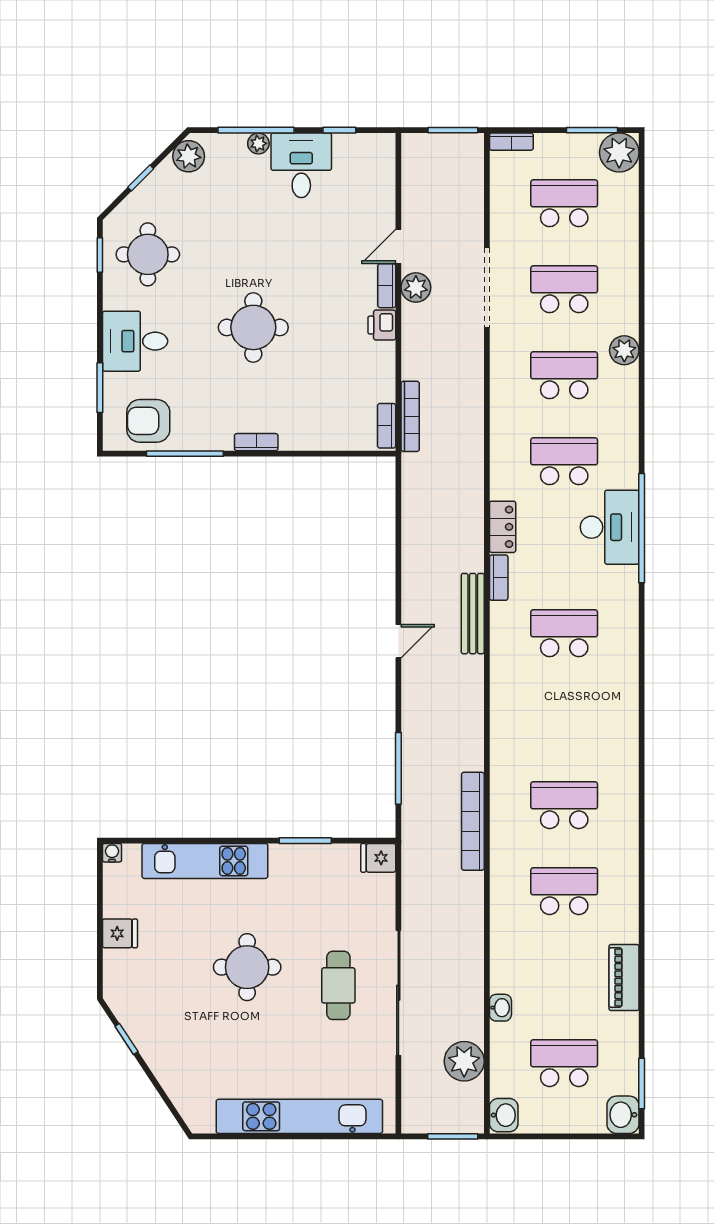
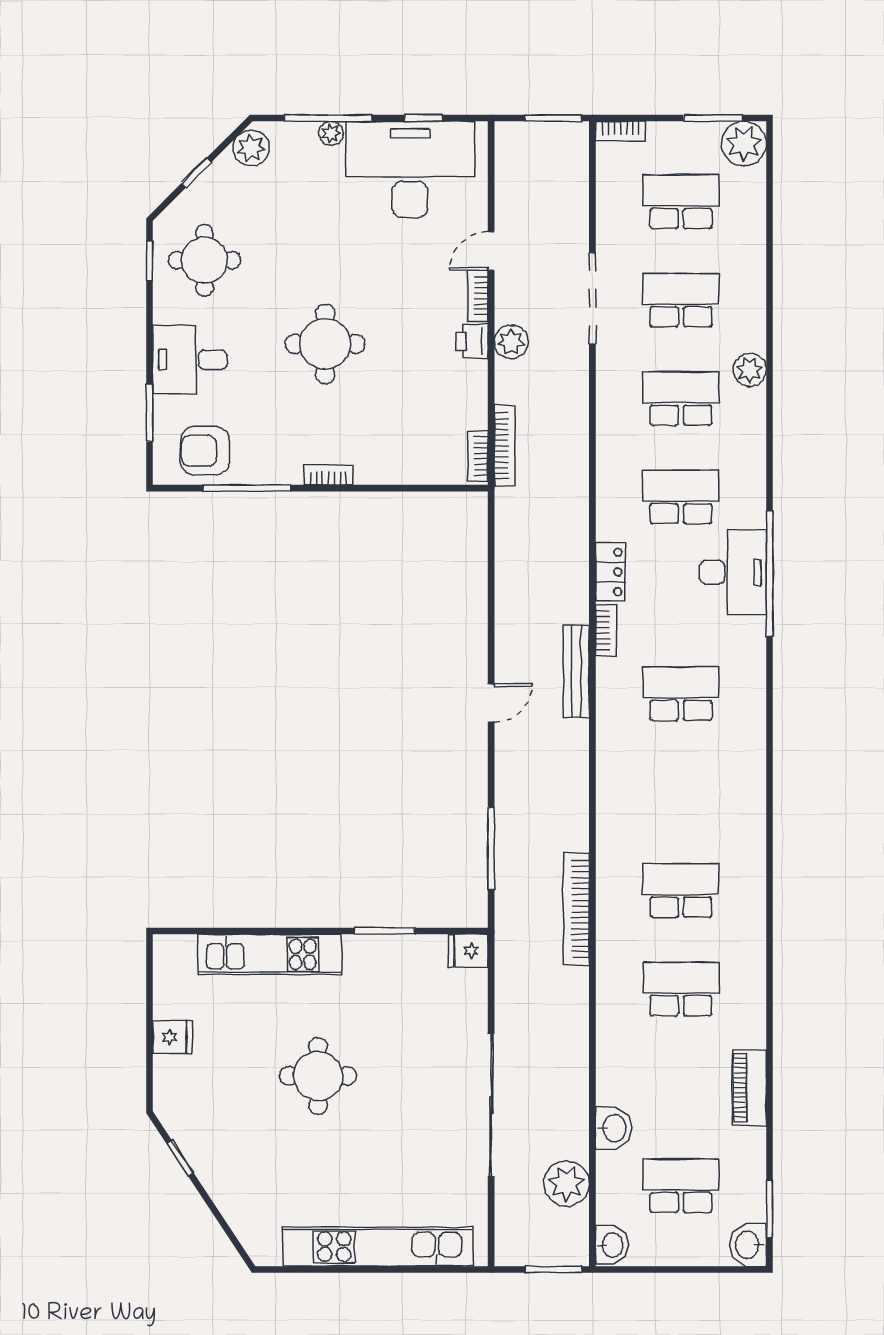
desk: (301, 165) -> (410, 169), width x1.87, depth x1.30
plant: (416, 287) -> (511, 342), moved
water cooler: (112, 853) -> (163, 945), removed
cafe table: (338, 985) -> (423, 1097), removed
washbasin: (500, 1008) -> (614, 1128), width x1.38, depth x1.45

